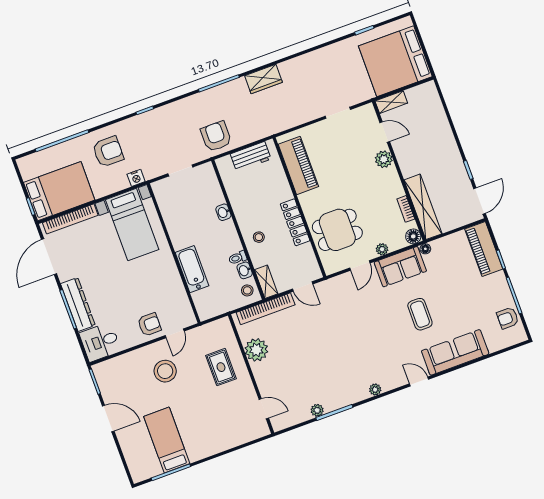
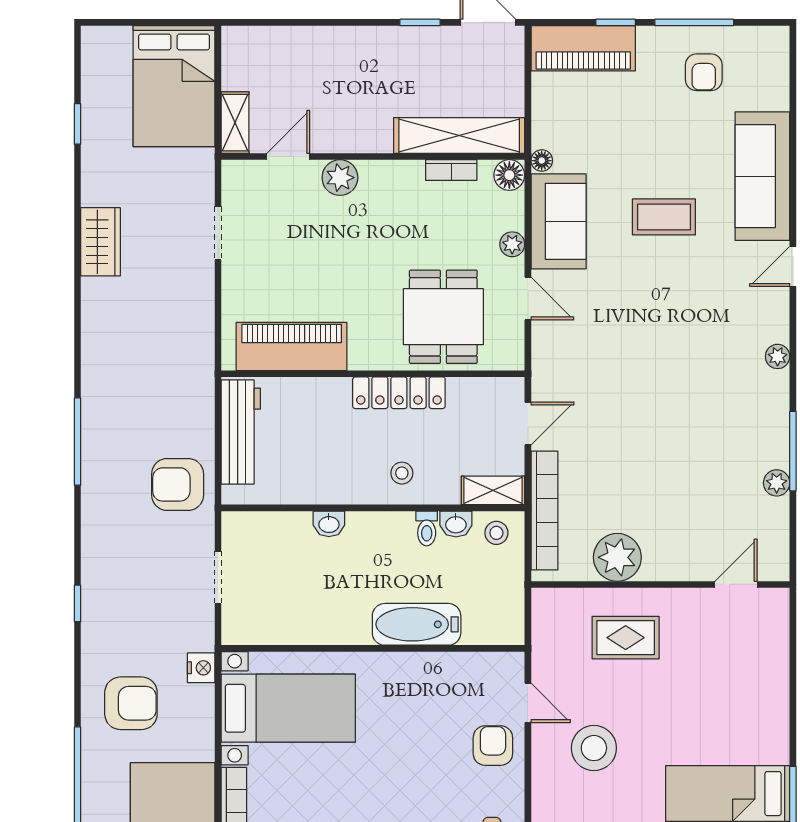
bed: (395, 61) -> (174, 86), width x0.73
wardrobe: (263, 79) -> (101, 242), moved
armchair: (108, 152) -> (131, 703), turned 90
workbench: (251, 156) -> (241, 432), width x1.38
armchair: (508, 318) -> (704, 72), moved

